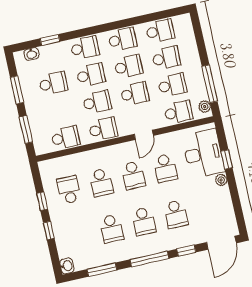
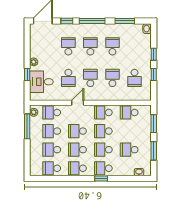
window: (50, 40) -> (101, 178), moved
desk: (203, 154) -> (41, 82), width x0.73
school desk: (165, 168) -> (68, 78), turned 180

